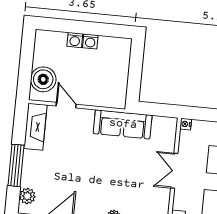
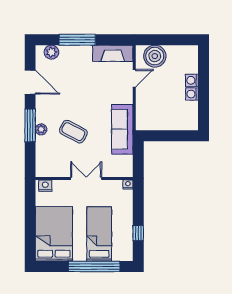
coffee table: (120, 180) -> (73, 132), added

